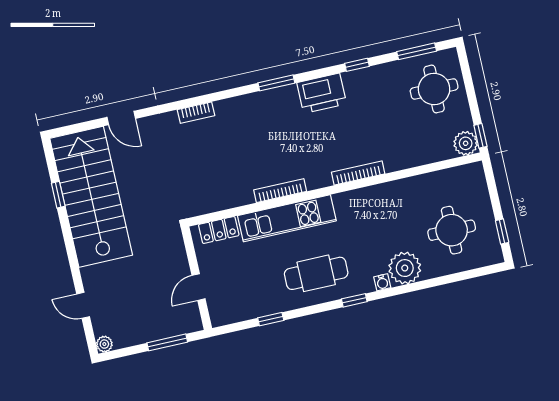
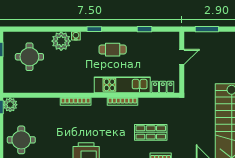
shop shelf: (222, 150) -> (151, 132), added
cafe table: (316, 273) -> (113, 50), width x0.73, depth x0.74

